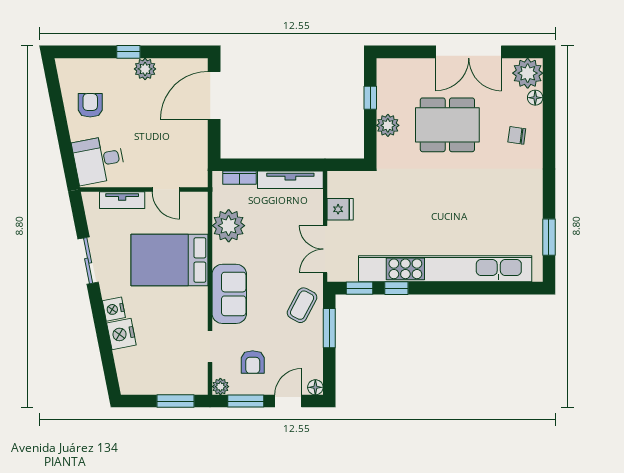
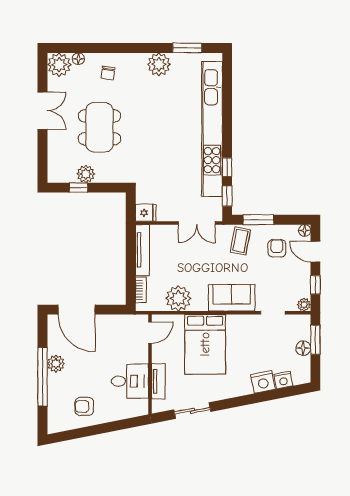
window: (128, 52) -> (42, 377), width x3.17
double door: (469, 52) -> (42, 111), width x0.73
plant: (388, 125) -> (86, 174), moved
desk: (99, 160) -> (130, 381), moved, turned -79
door: (166, 189) -> (150, 333), moved
plant: (528, 201) -> (159, 64), added
fridge: (340, 209) -> (146, 213), moved, turned 90
sliding door: (88, 261) -> (192, 411), moved
coffee table: (302, 305) -> (240, 241), turned 73
nightstand: (114, 309) -> (283, 380), moved
armchair: (253, 362) -> (277, 248), moved, turned -90
floor lamp: (165, 386) -> (303, 348), added
window: (246, 401) -> (315, 285), width x0.67

